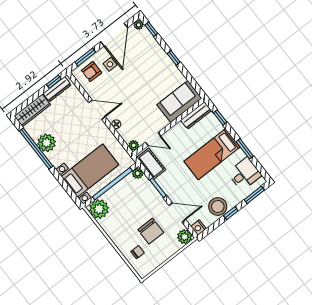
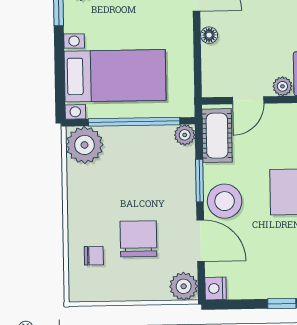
door: (153, 139) -> (248, 100), hinge flipped
plant: (134, 145) -> (282, 86), moved
stool: (218, 207) -> (225, 201), moved
chair: (151, 231) -> (138, 239), turned 180

